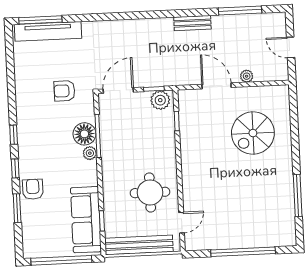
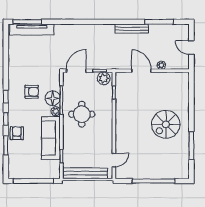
bench: (192, 23) -> (132, 29), width x1.36
armchair: (64, 91) -> (32, 92), moved, turned 180
spiral stairs: (253, 133) -> (166, 124), moved
round table: (150, 192) -> (82, 114), moved
sofa: (86, 220) -> (51, 138), moved

